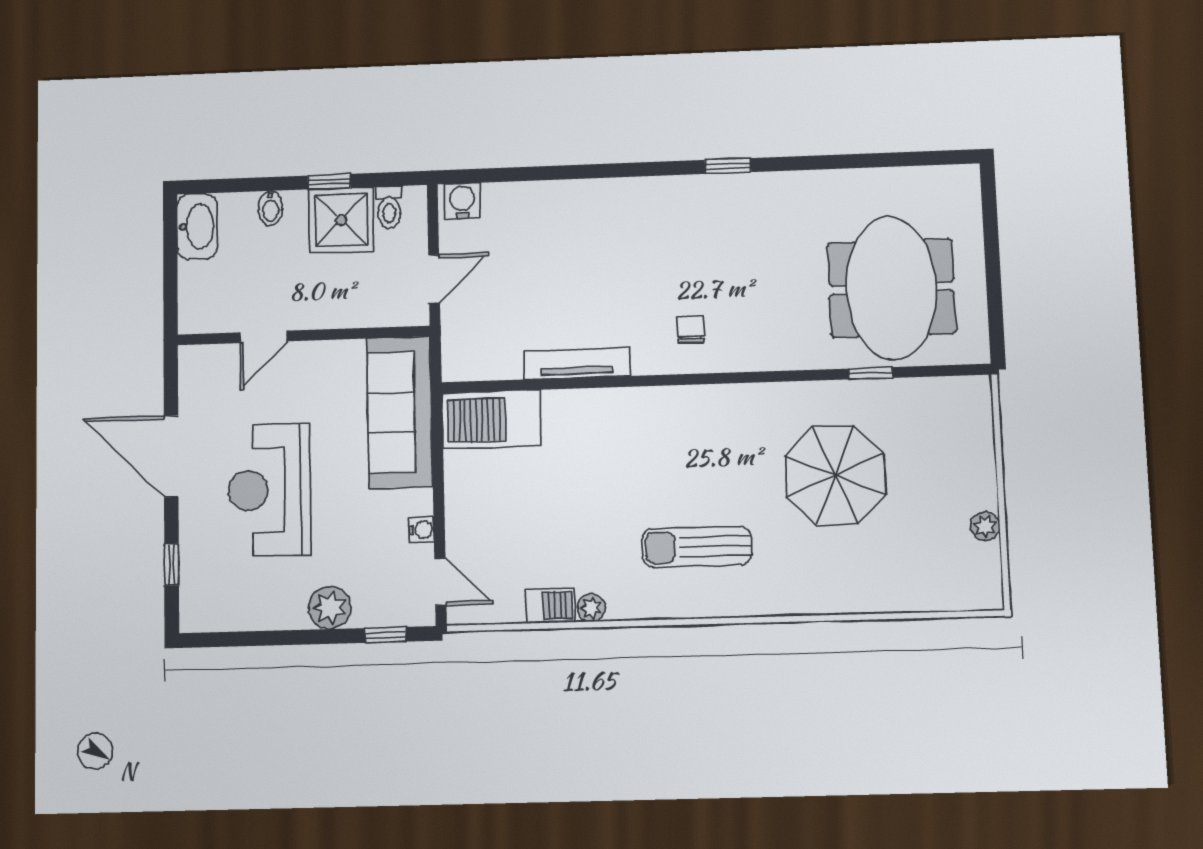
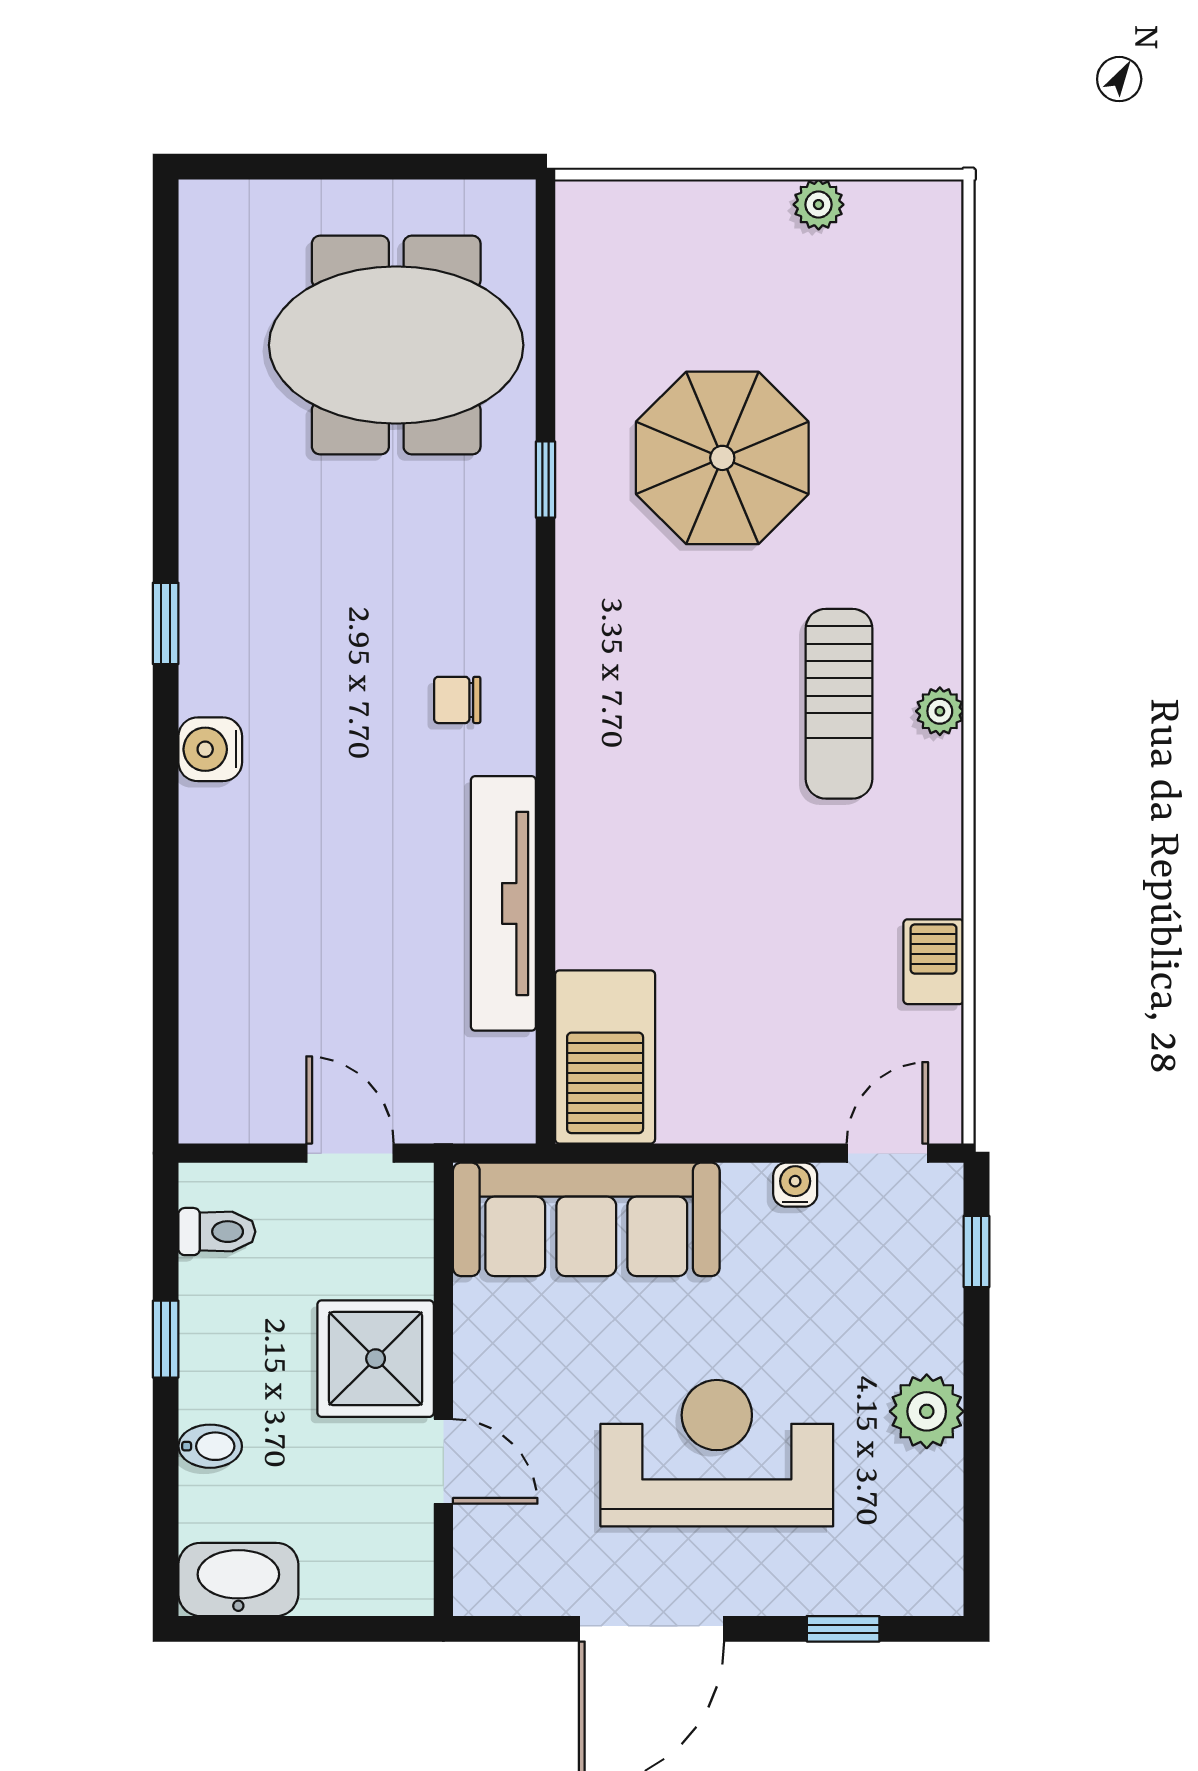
water cooler: (462, 201) -> (210, 749), moved
shower: (341, 220) -> (376, 1359), moved
tv unit: (577, 364) -> (503, 903), width x1.36, depth x1.29
window: (871, 373) -> (546, 480), moved
reception desk: (269, 490) -> (717, 1453), turned 180
plant: (330, 608) -> (927, 1411), moved
plant: (591, 608) -> (940, 711), moved

